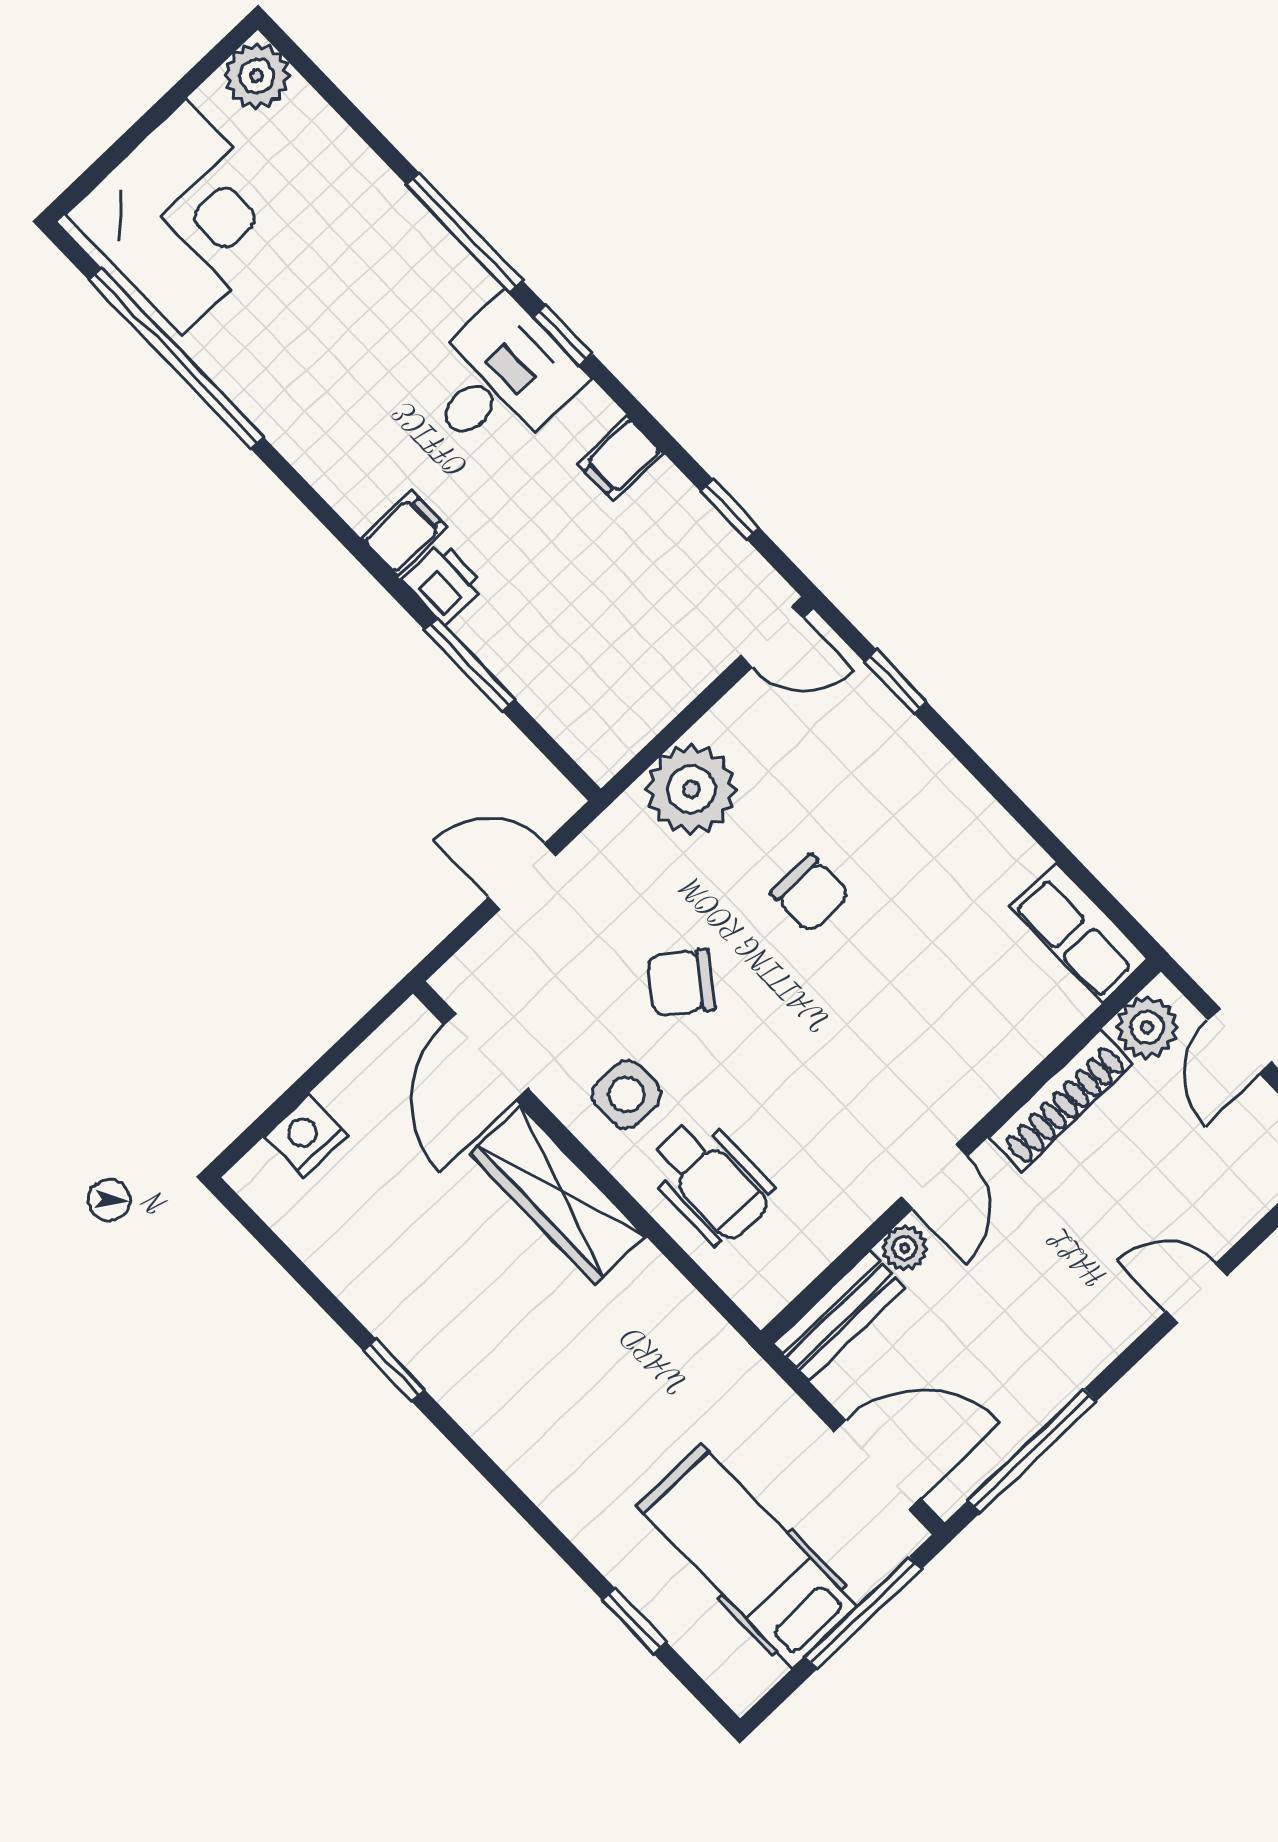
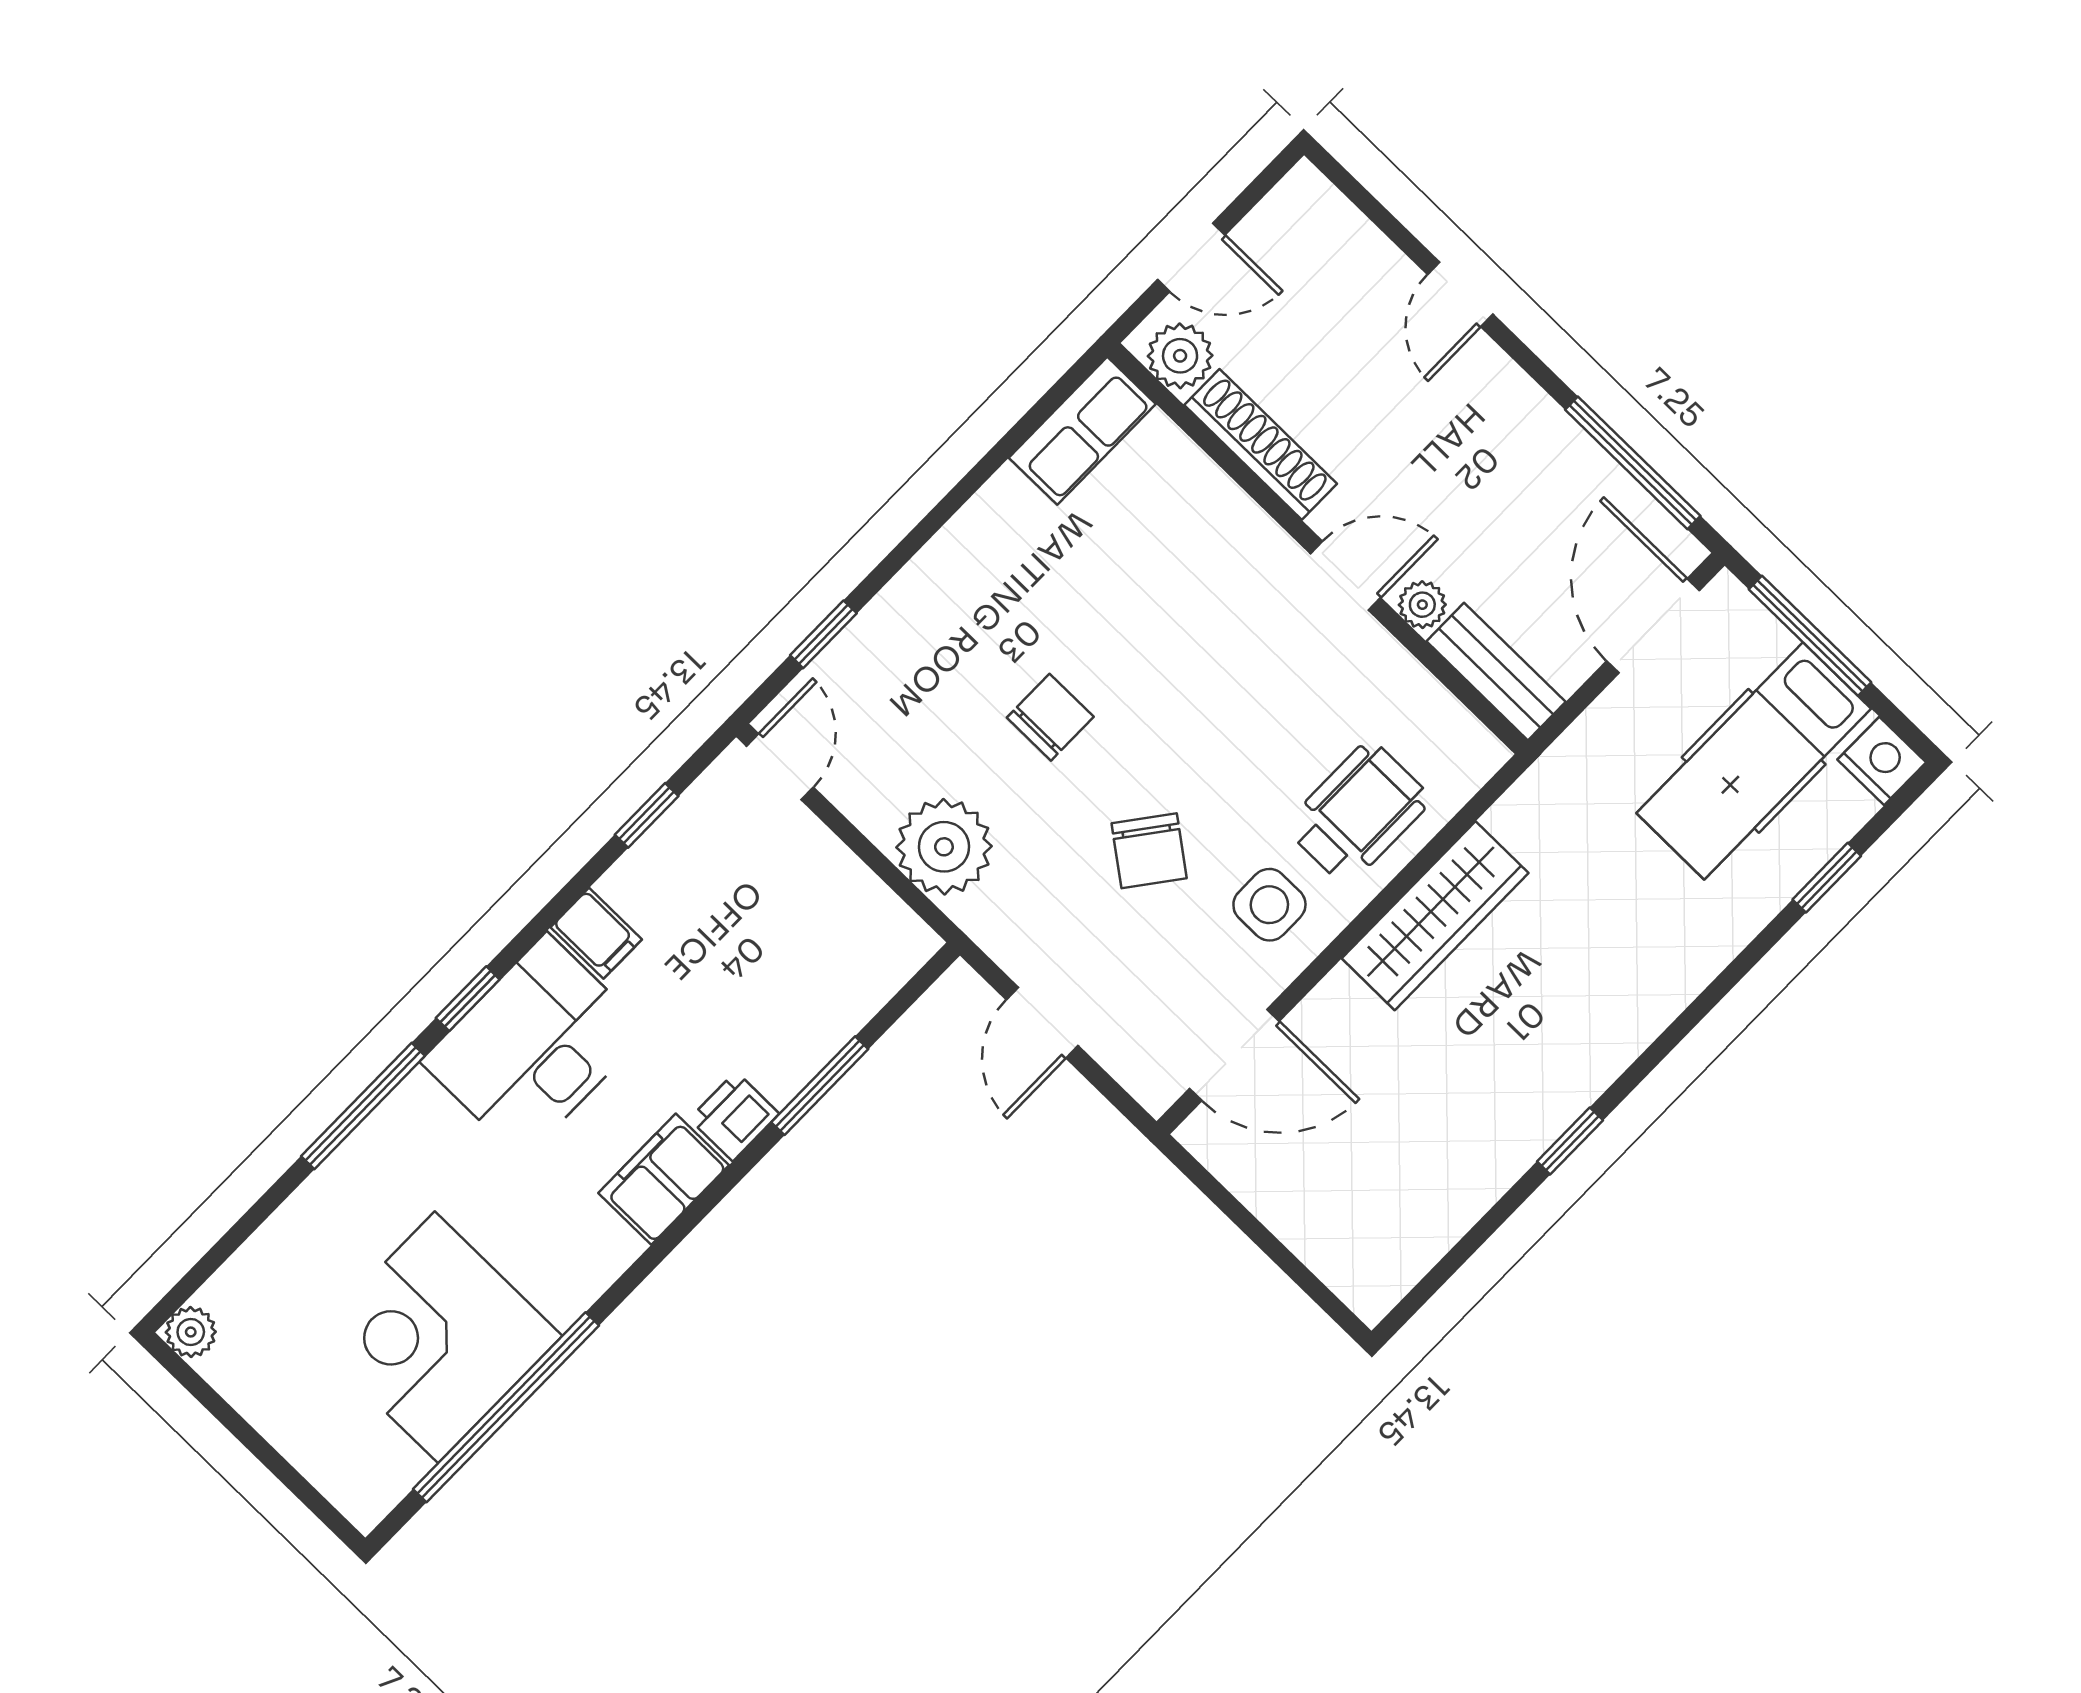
plant: (257, 76) -> (191, 1332), width x0.73, depth x0.73
corner desk: (184, 217) -> (436, 1337), moved, turned -90
desk: (499, 380) -> (534, 1047), width x1.37
filing cabinet: (405, 533) -> (664, 1179), width x2.00
nightstand: (306, 1136) -> (1882, 761), moved, turned 180
wardrobe: (558, 1195) -> (1435, 916), moved

